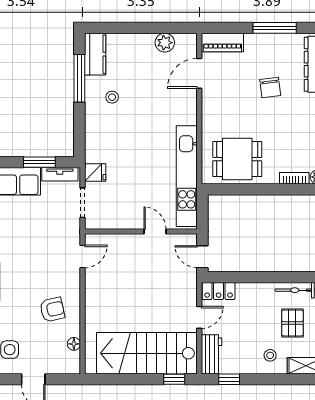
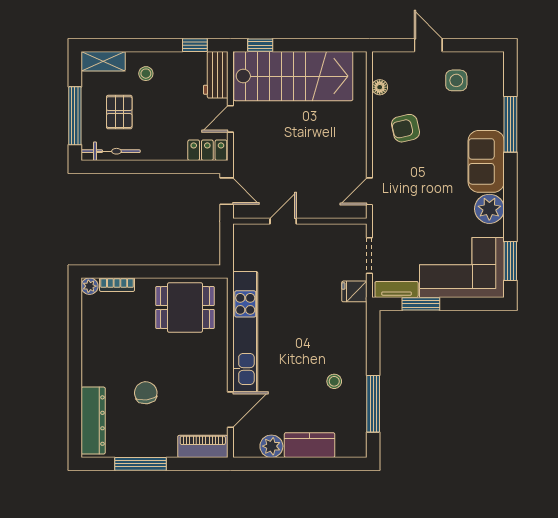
kitchen counter: (95, 54) -> (310, 445), moved, turned 90
kitchen unit: (187, 176) -> (245, 332), moved
door: (155, 231) -> (283, 221), swing flipped

